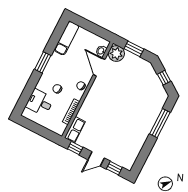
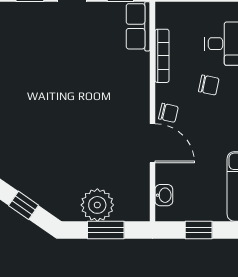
window: (94, 28) -> (199, 230), added
plant: (116, 54) -> (97, 205), moved
door: (99, 67) -> (153, 143), moved

